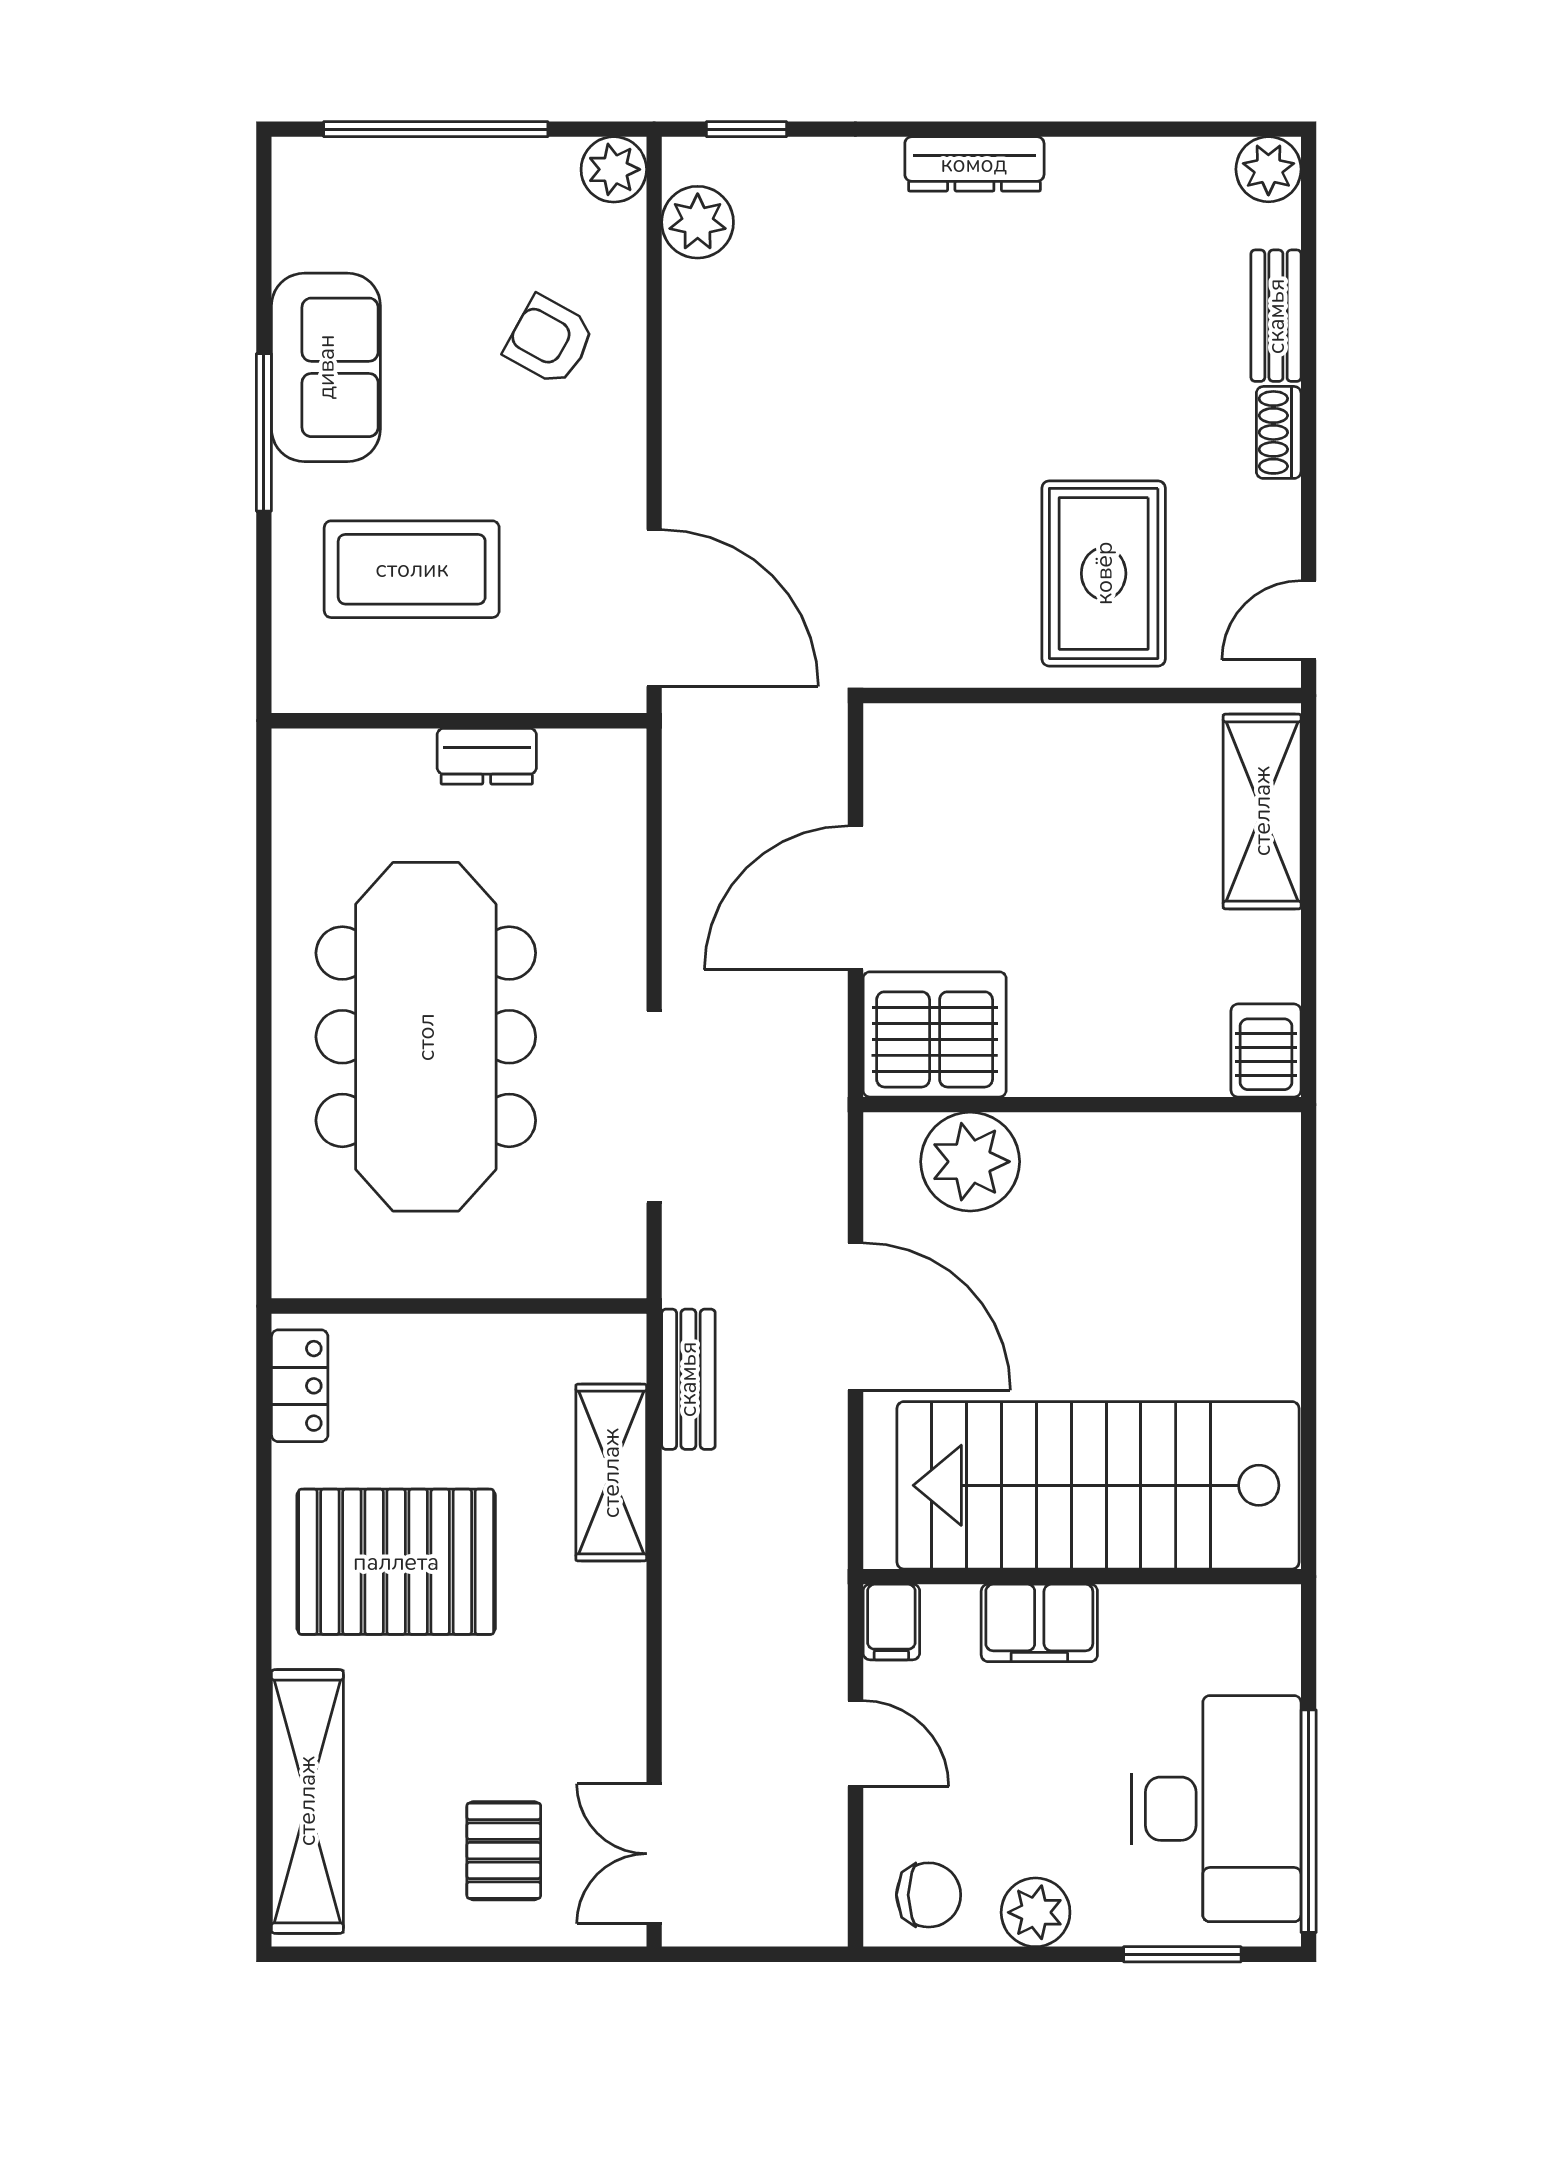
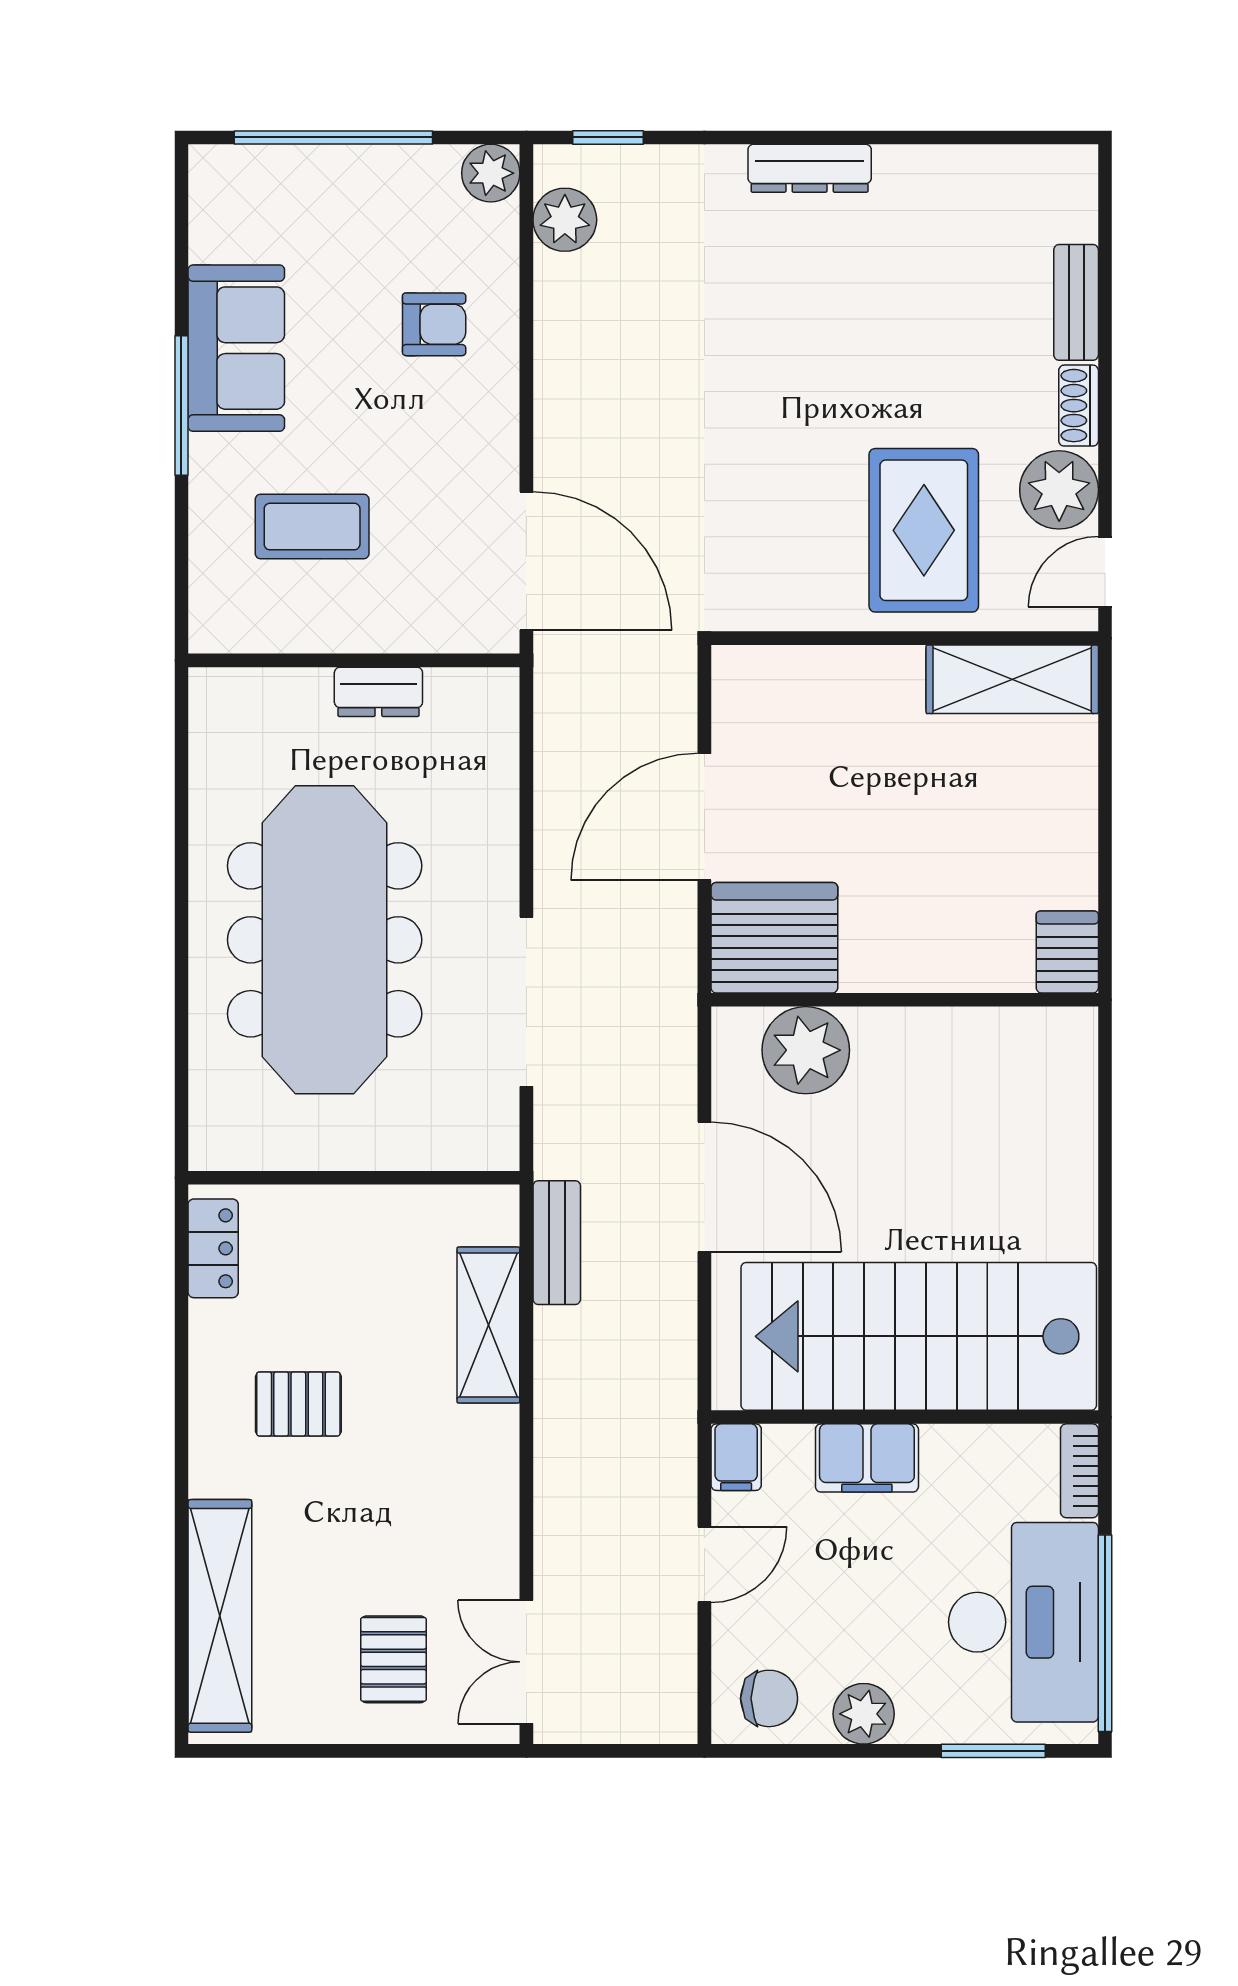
plant: (1268, 169) -> (1059, 490), moved, width x1.36, depth x1.36
armchair: (550, 340) -> (434, 324), turned 151
coffee table: (412, 569) -> (312, 527), width x0.73, depth x0.76
shelving: (1262, 811) -> (1012, 679), moved, turned 90
pallet: (396, 1562) -> (298, 1404), width x0.49, depth x0.50
bookcase: (1280, 1637) -> (1079, 1471), added
door: (855, 1744) -> (704, 1565), hinge flipped

